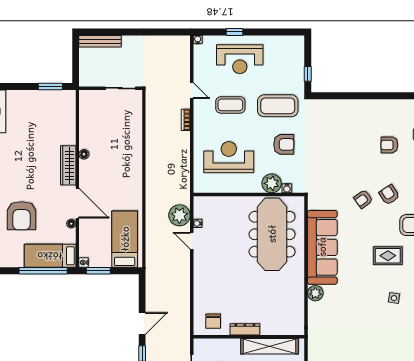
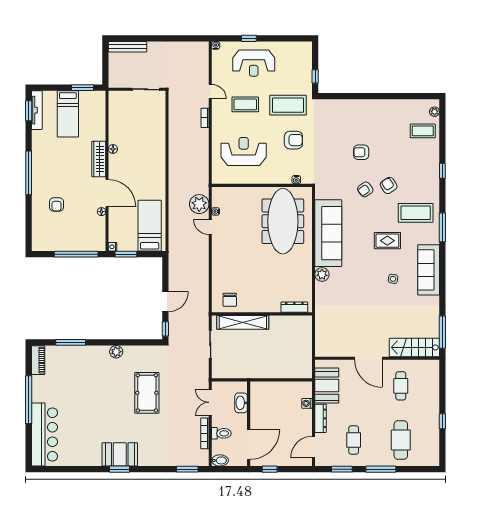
armchair: (389, 145) -> (361, 152), moved
plant: (272, 183) -> (282, 175), removed
armchair: (21, 216) -> (56, 204), width x0.53, depth x0.53
bed: (50, 256) -> (68, 114), moved, turned -90
dresser: (245, 329) -> (294, 307), moved
shelving: (269, 346) -> (243, 322), moved

